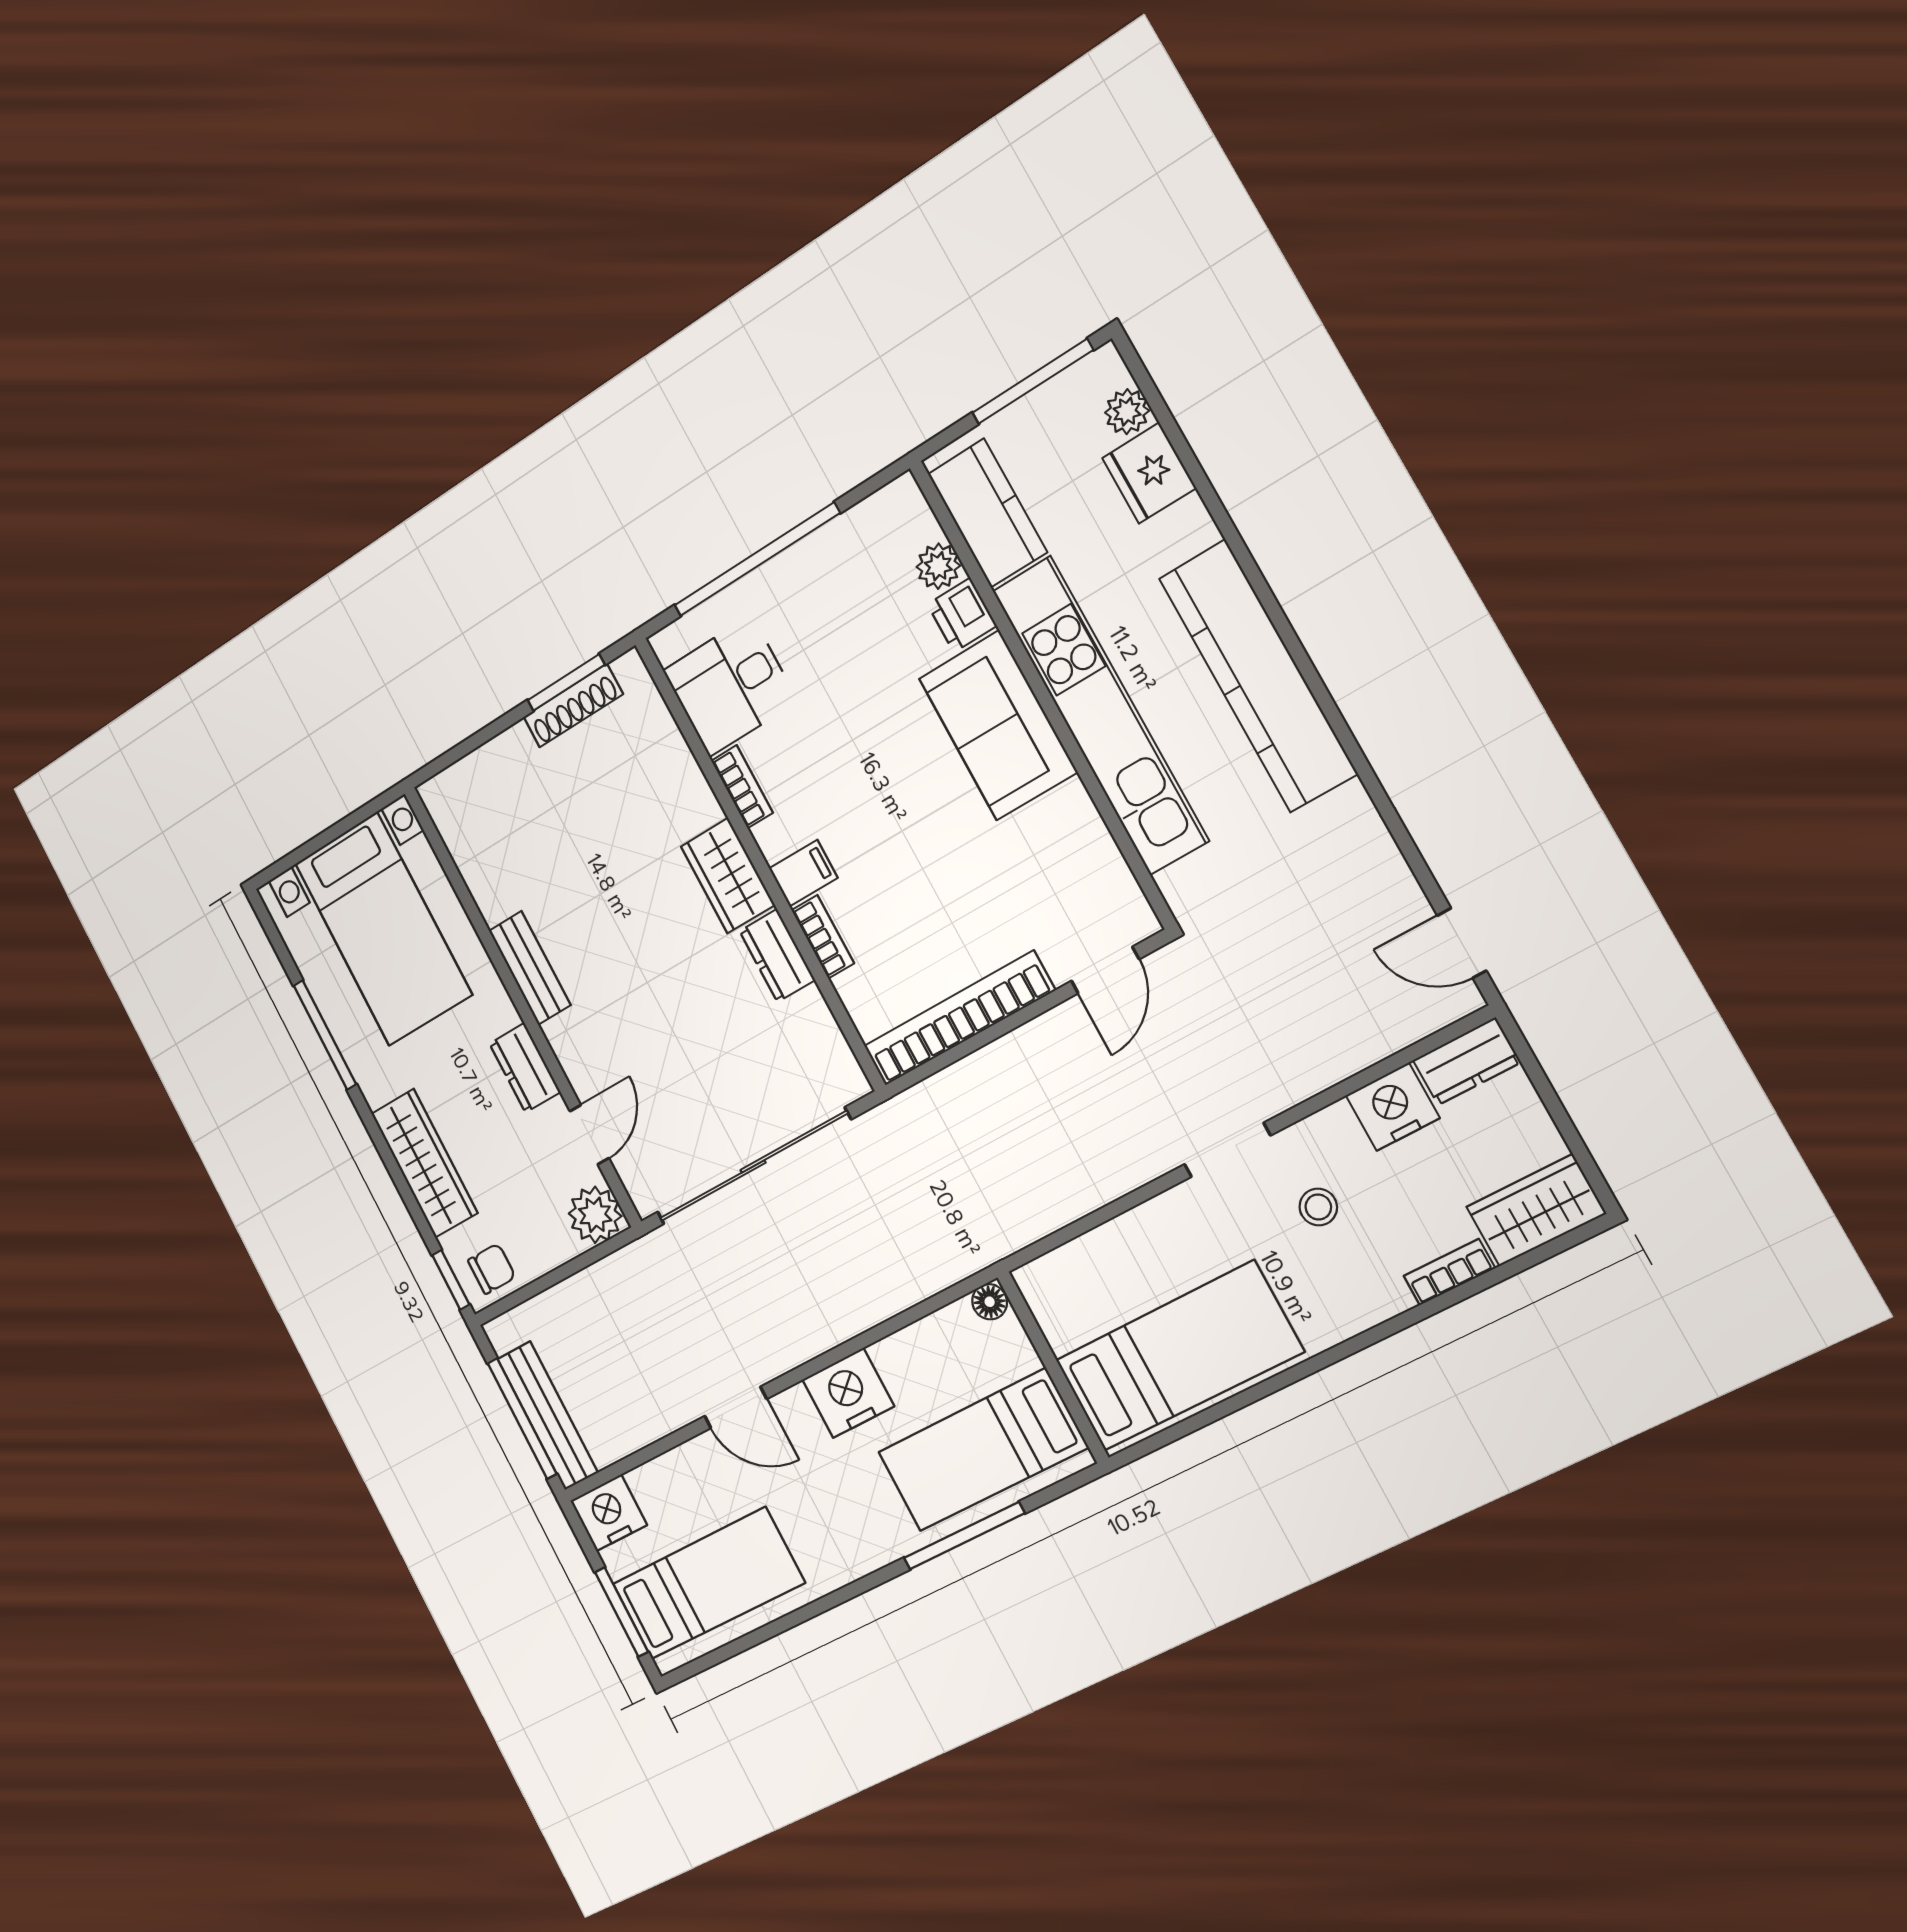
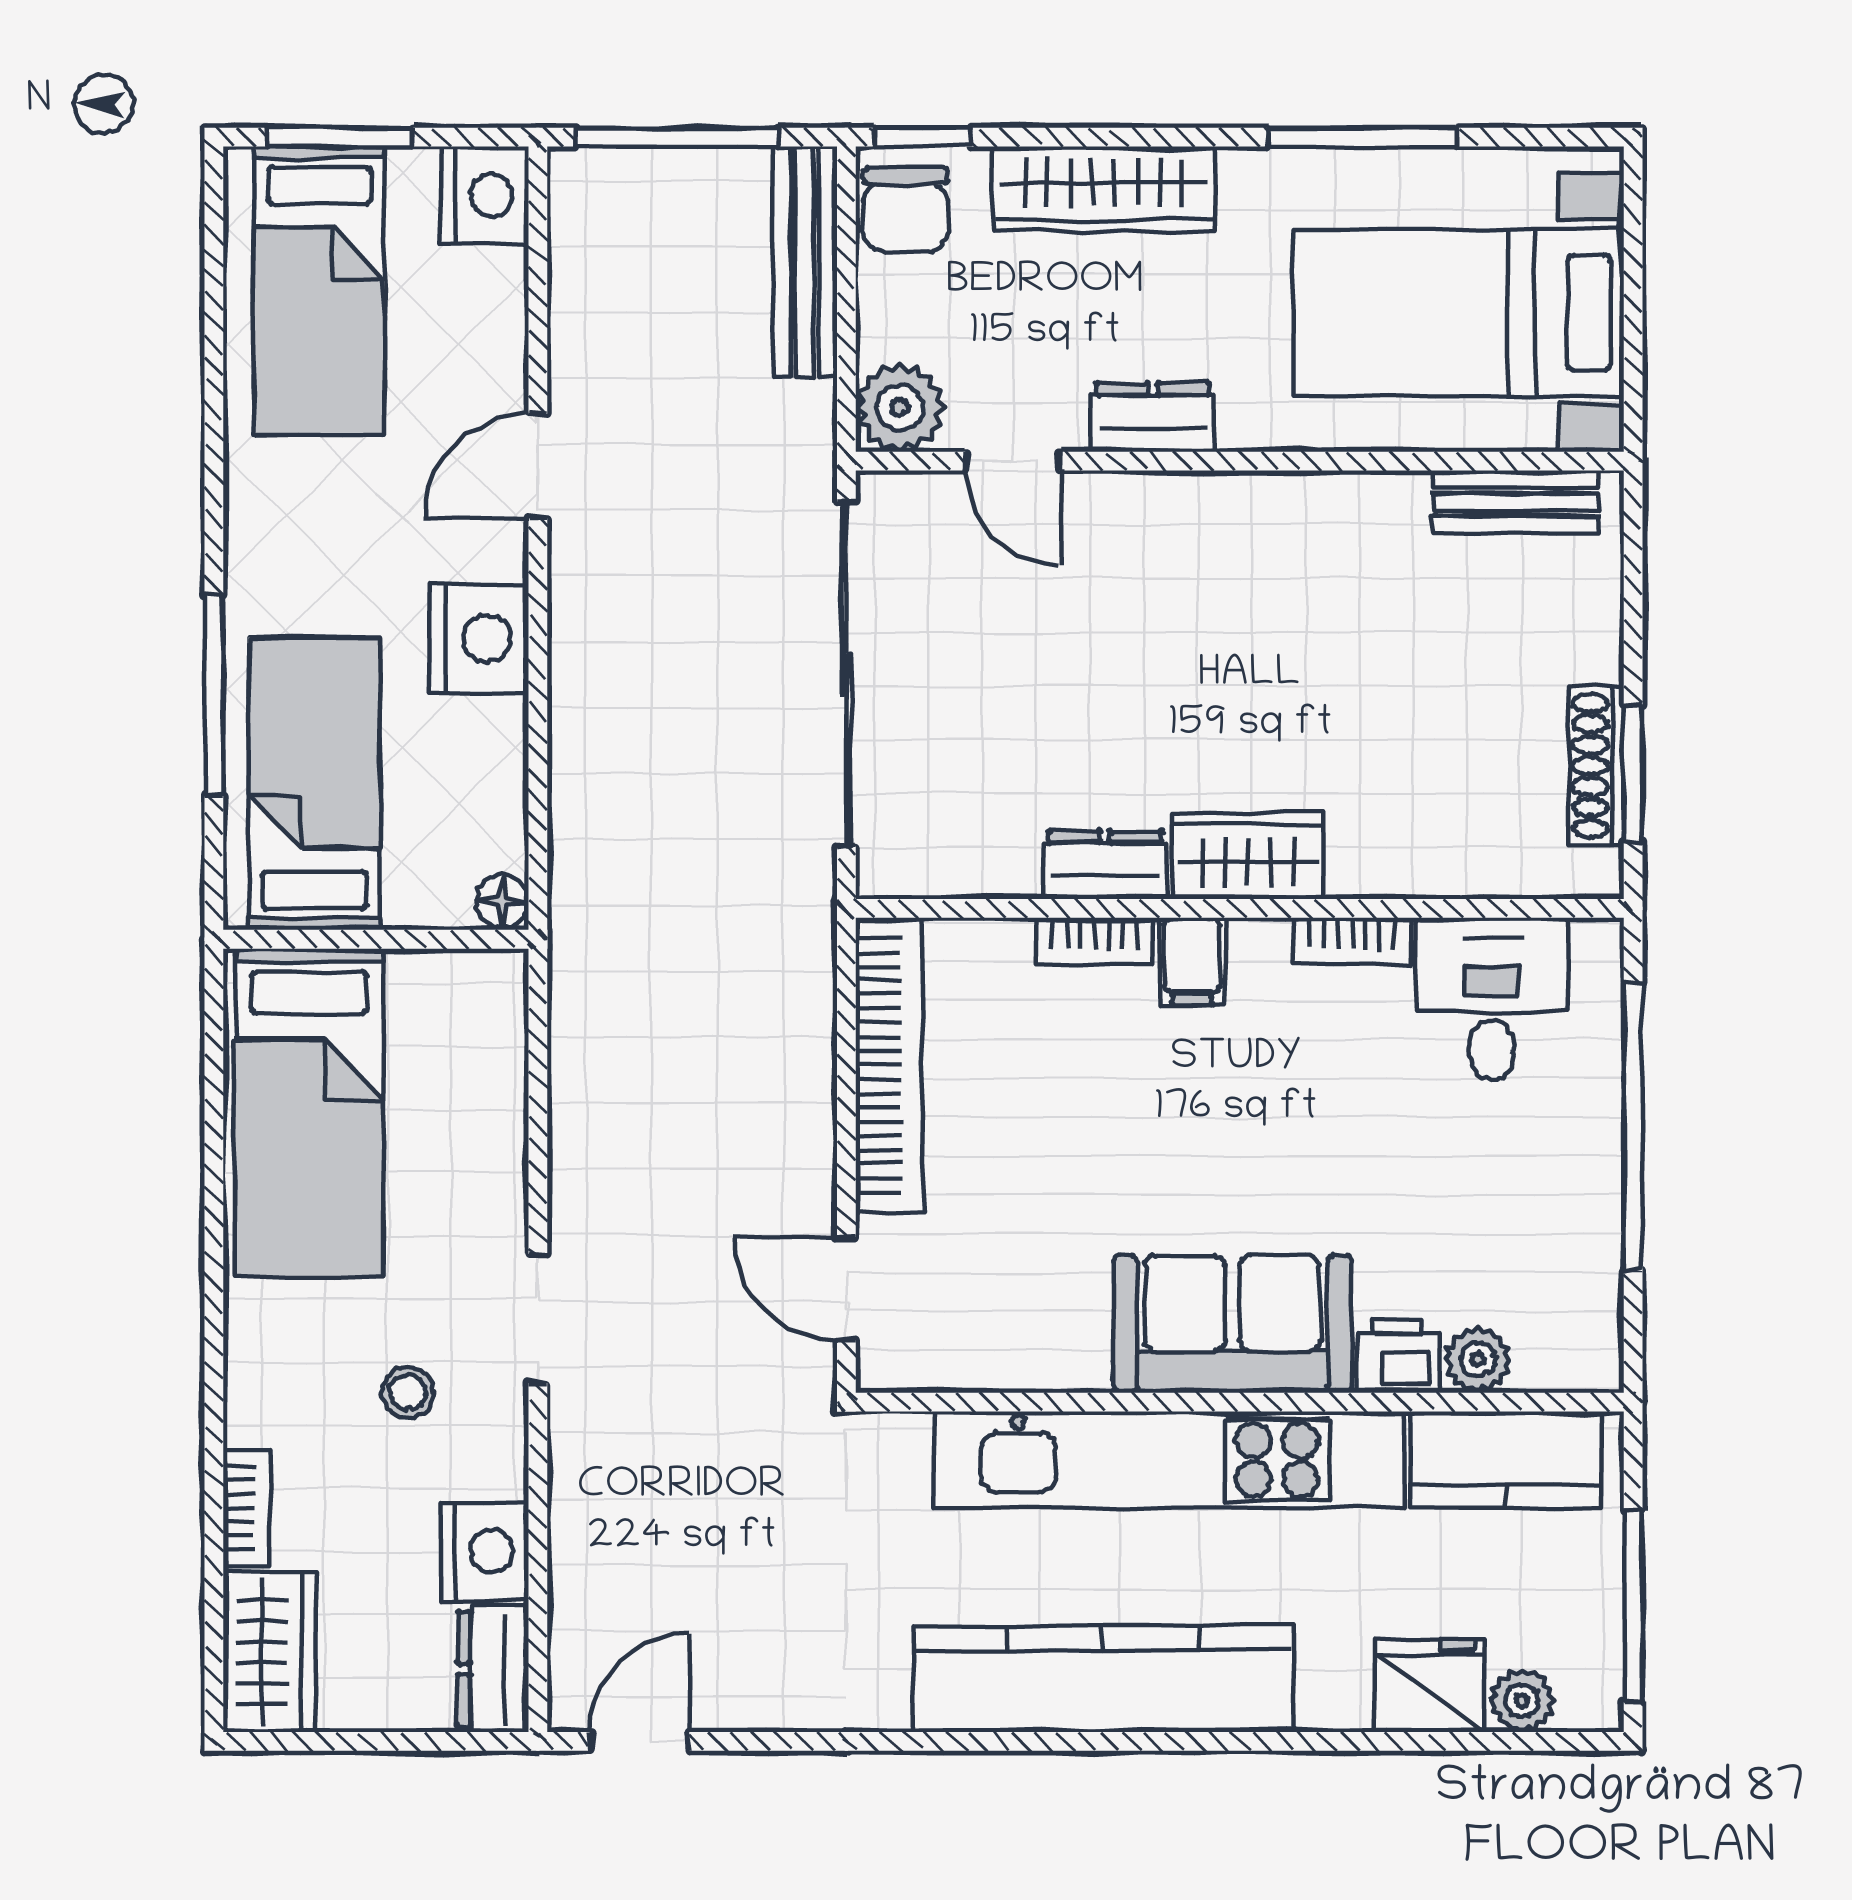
bench: (530, 968) -> (1516, 502), moved
chair: (492, 1269) -> (906, 209), width x1.37, depth x1.37
bench: (547, 1416) -> (805, 261), moved, turned 90

